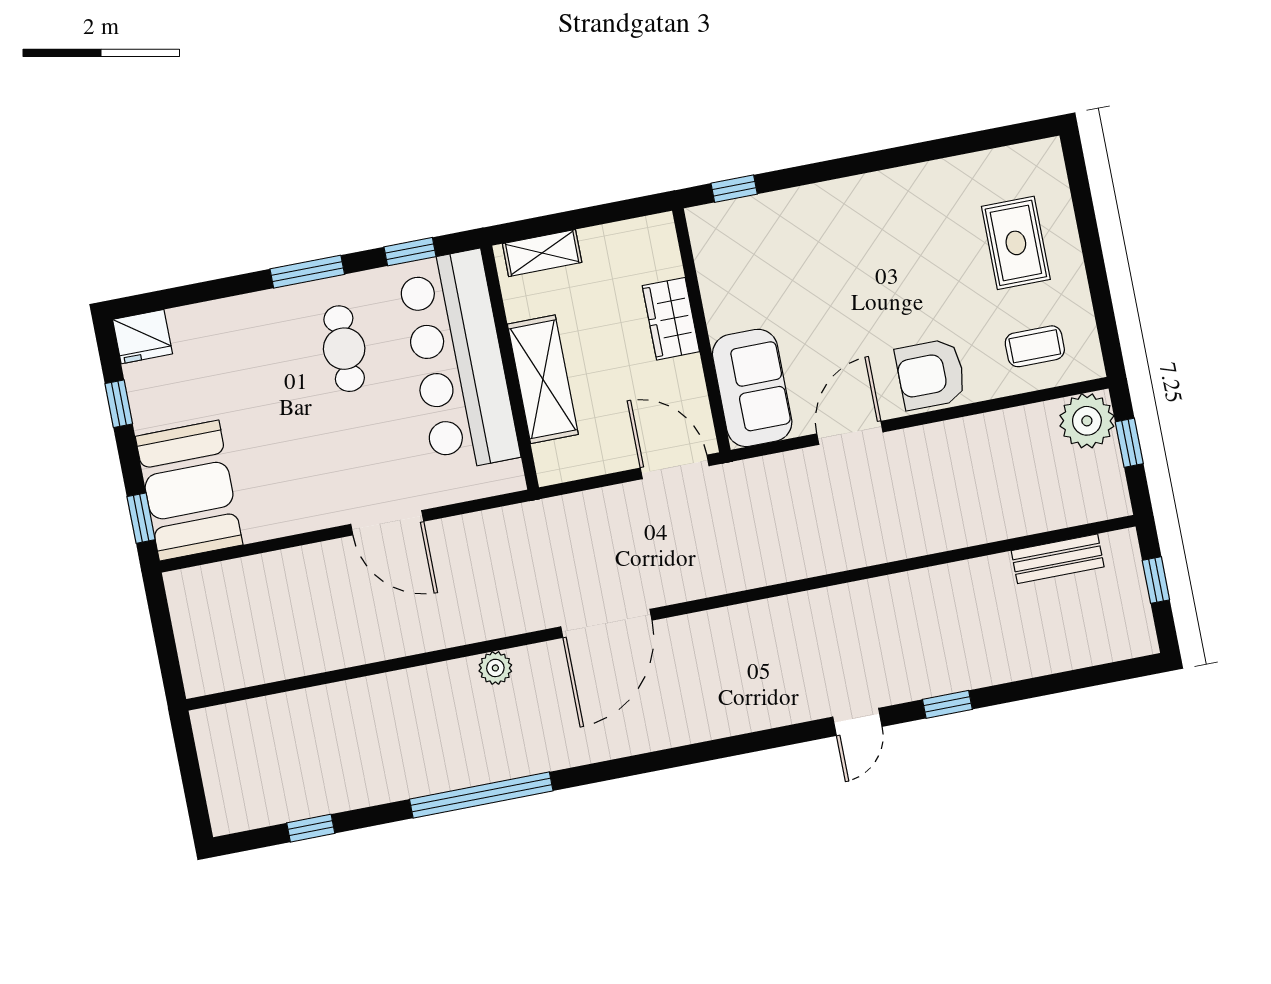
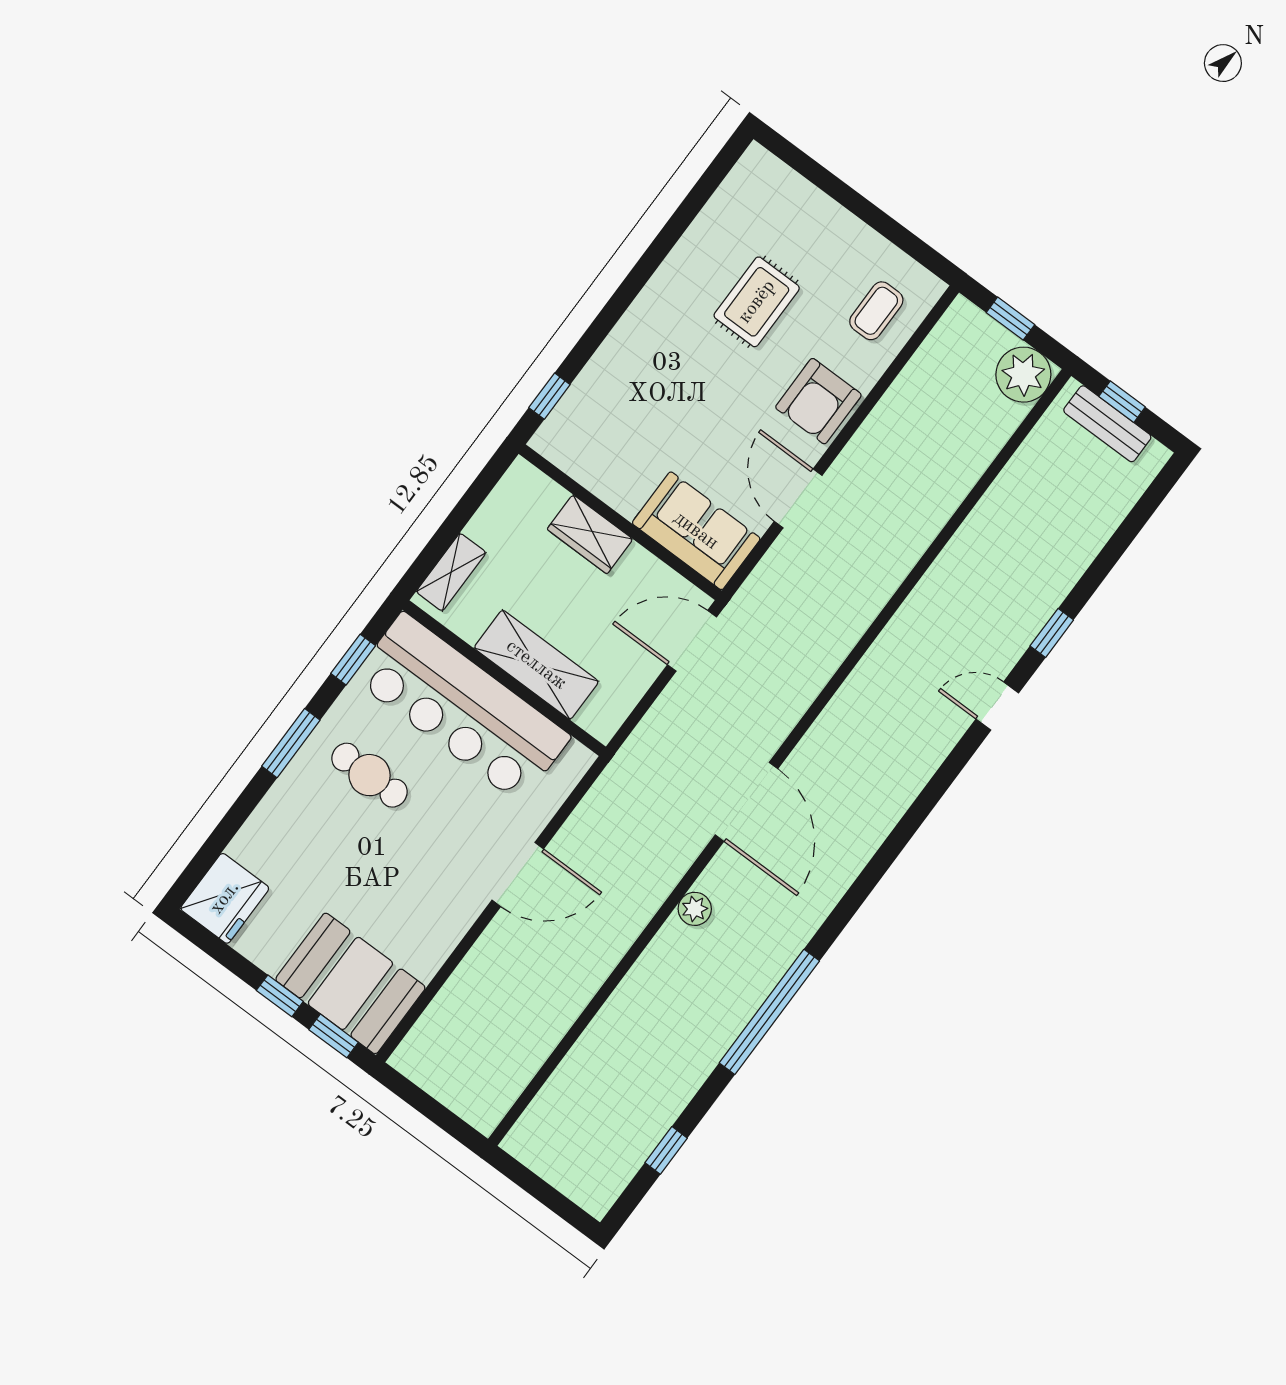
rug: (1016, 243) -> (757, 302), moved, turned 90
fridge: (142, 337) -> (225, 898), width x1.36, depth x1.34
window: (119, 404) -> (280, 996), moved
plant: (1087, 421) -> (1023, 375), moved
bench: (1058, 559) -> (1107, 424), moved, turned 90
door: (857, 722) -> (997, 706), swing flipped

